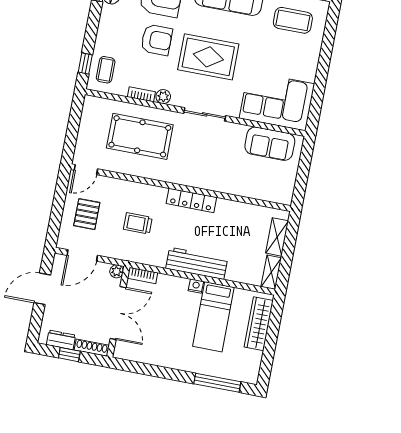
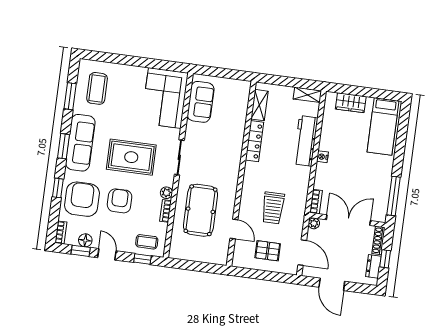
door: (93, 21) -> (107, 254), added
rug: (208, 57) -> (131, 157), turned 90
door: (86, 170) -> (234, 229), moved
locker: (191, 200) -> (255, 141), moved
trolley: (138, 223) -> (273, 208), width x1.36, depth x1.39
shelving: (277, 237) -> (259, 105), moved, turned 90
workbench: (197, 263) -> (306, 141), moved
bed: (213, 317) -> (383, 126), moved, turned 90
wardrobe: (259, 324) -> (351, 103), width x0.67
window: (217, 383) -> (394, 196), moved

